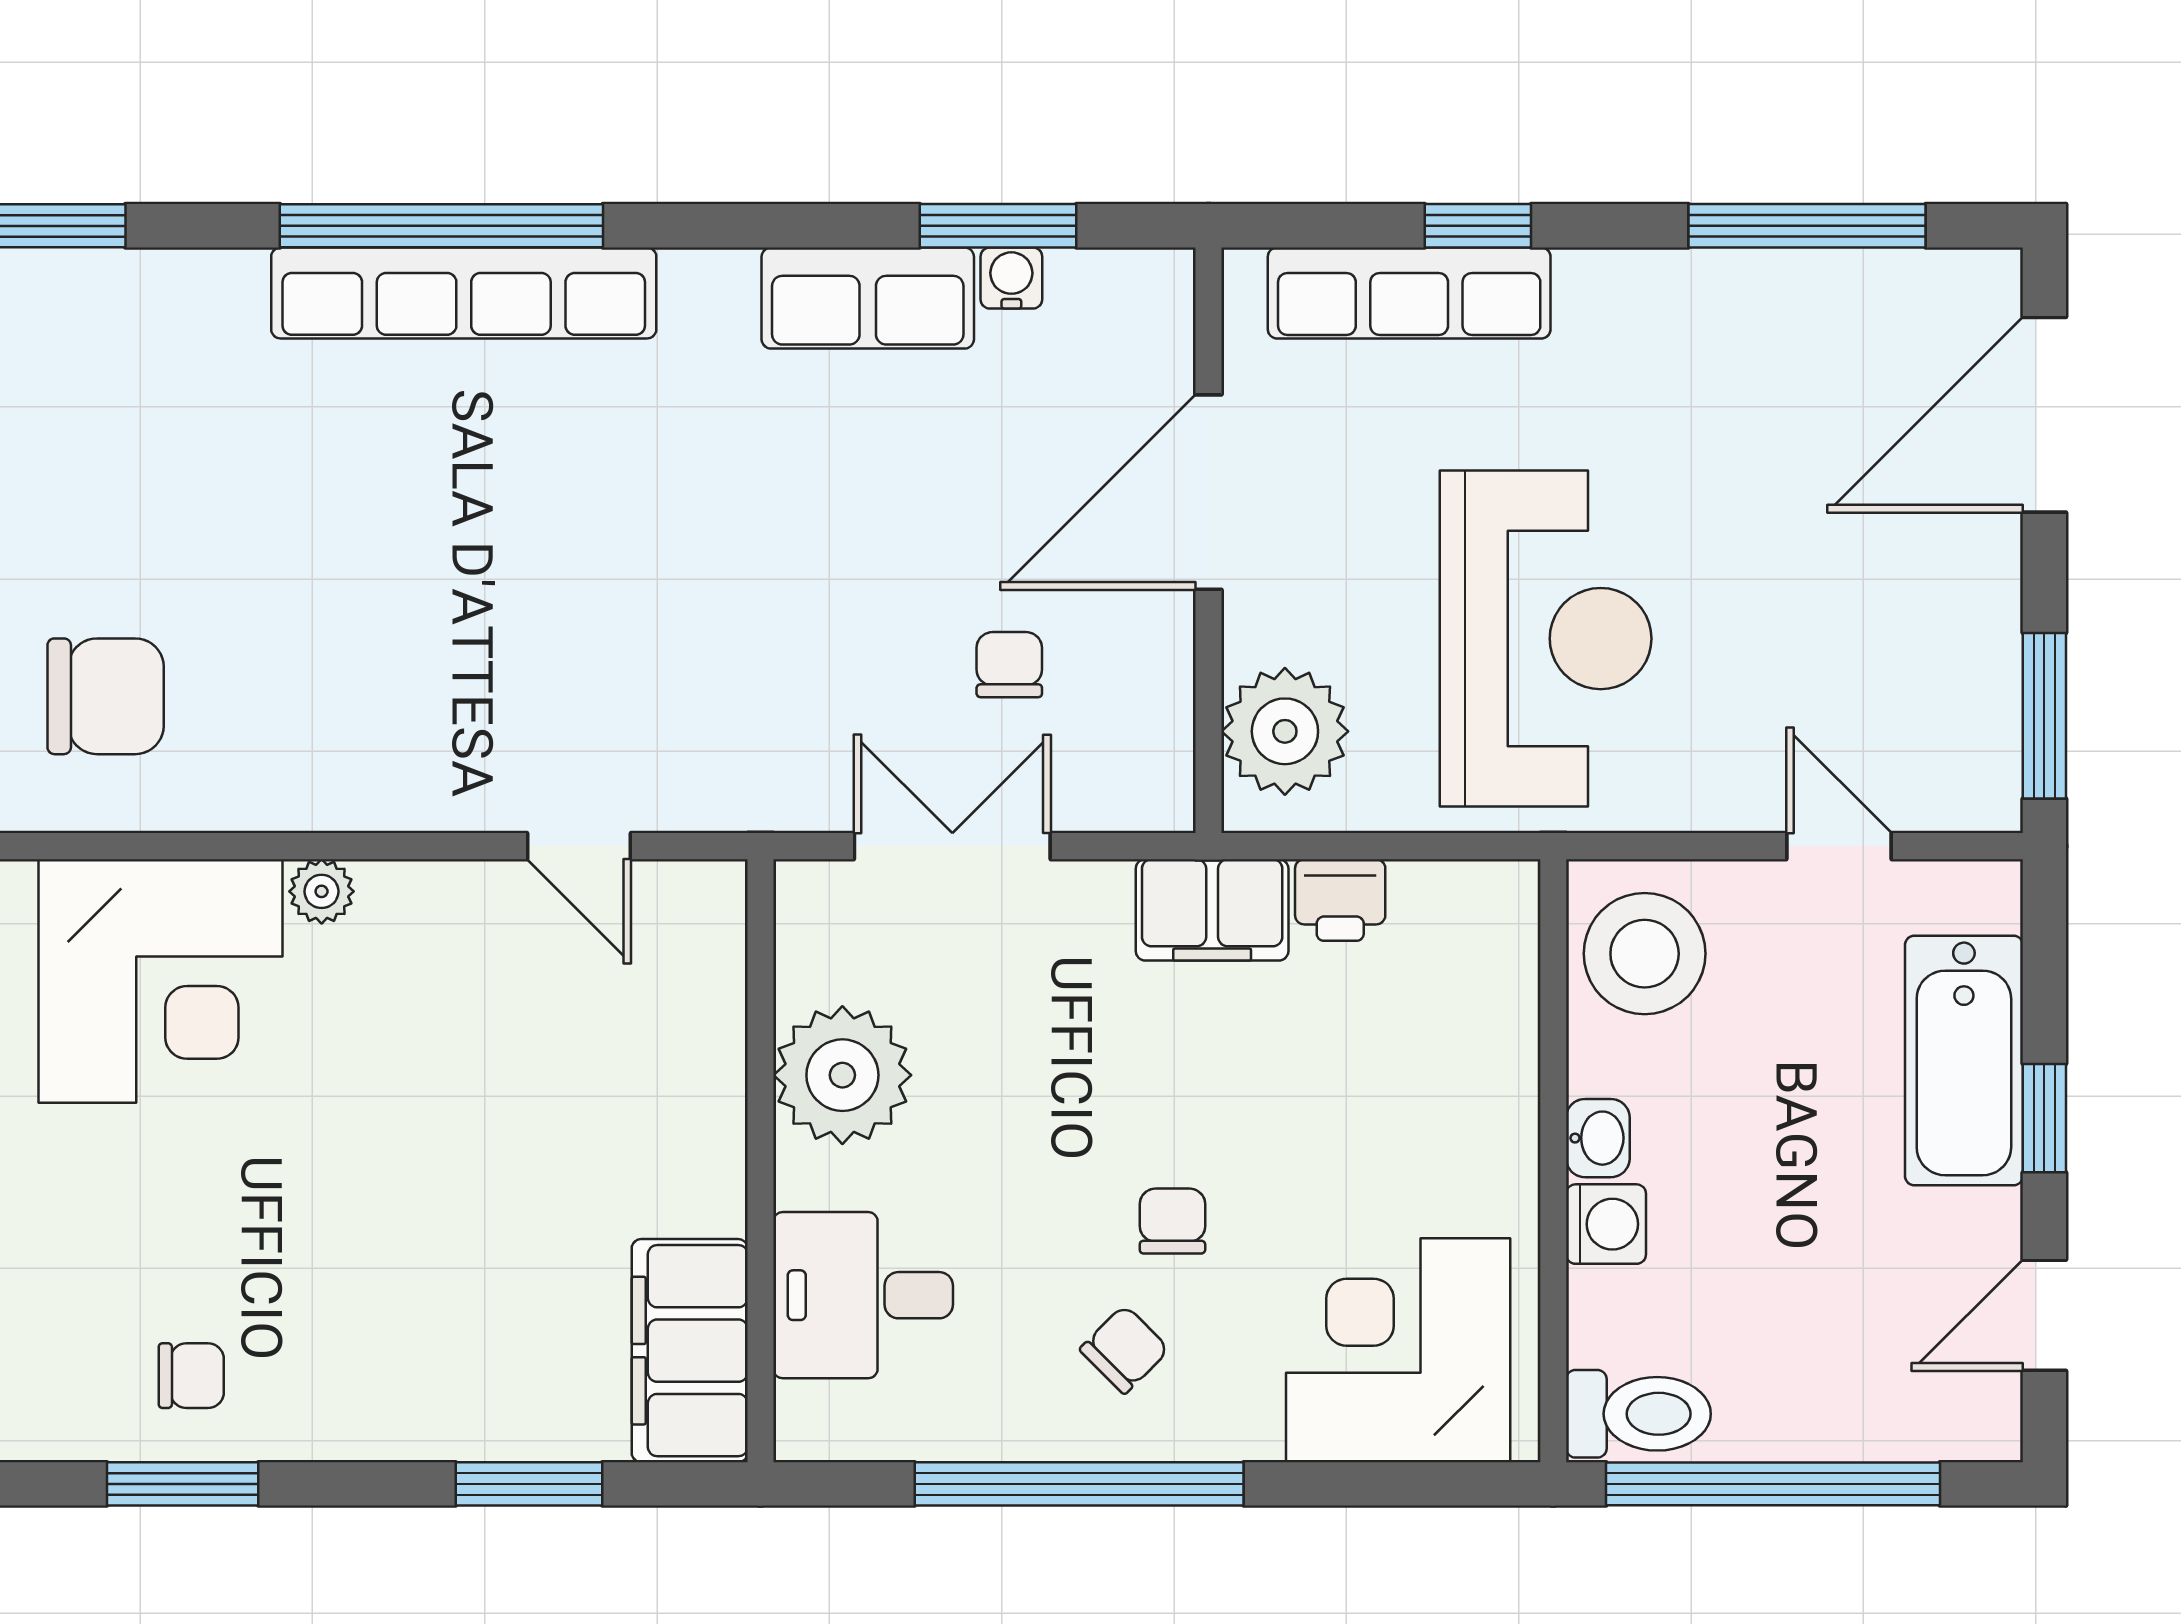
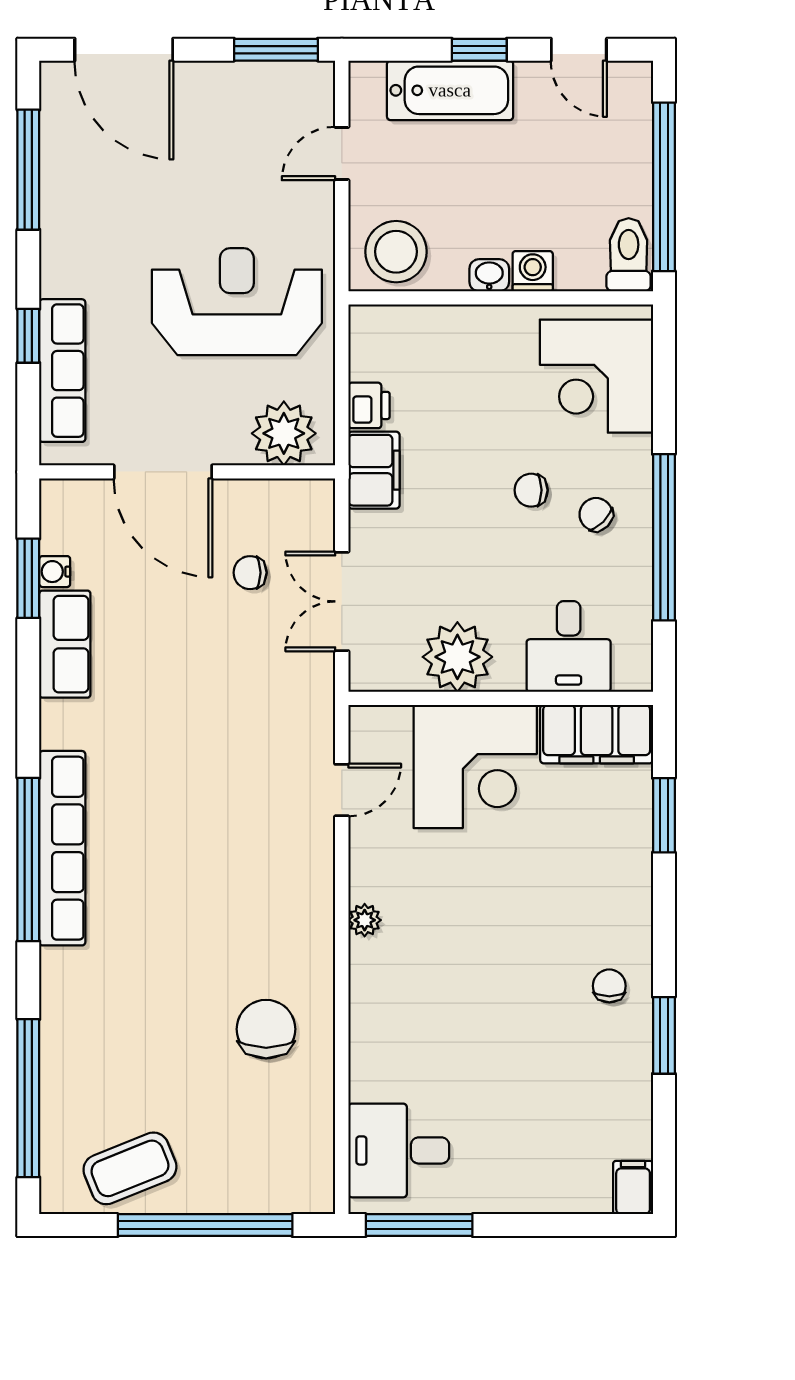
corner desk: (160, 981) -> (475, 766), moved, turned 90
window: (183, 1484) -> (664, 1035), moved

